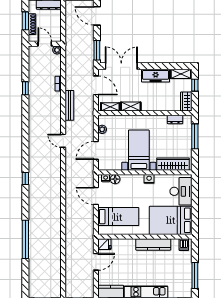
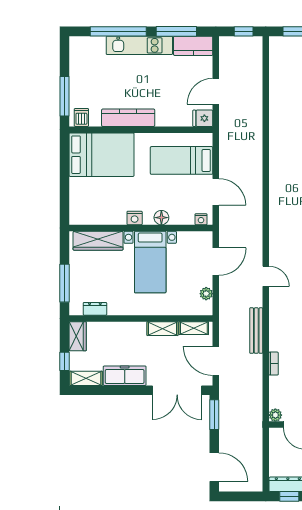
floor lamp: (115, 179) -> (161, 218), moved
desk: (181, 191) -> (86, 199), removed
window: (195, 275) -> (64, 96), moved

